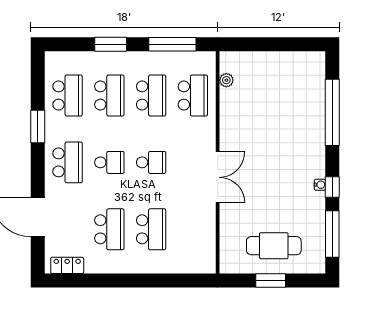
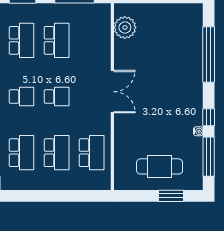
plant: (226, 80) -> (125, 27), width x1.87, depth x1.87
school desk: (193, 95) -> (92, 153), moved
double door: (218, 177) -> (112, 92), moved
water cooler: (320, 185) -> (198, 131), moved
window: (271, 281) -> (171, 196), moved

